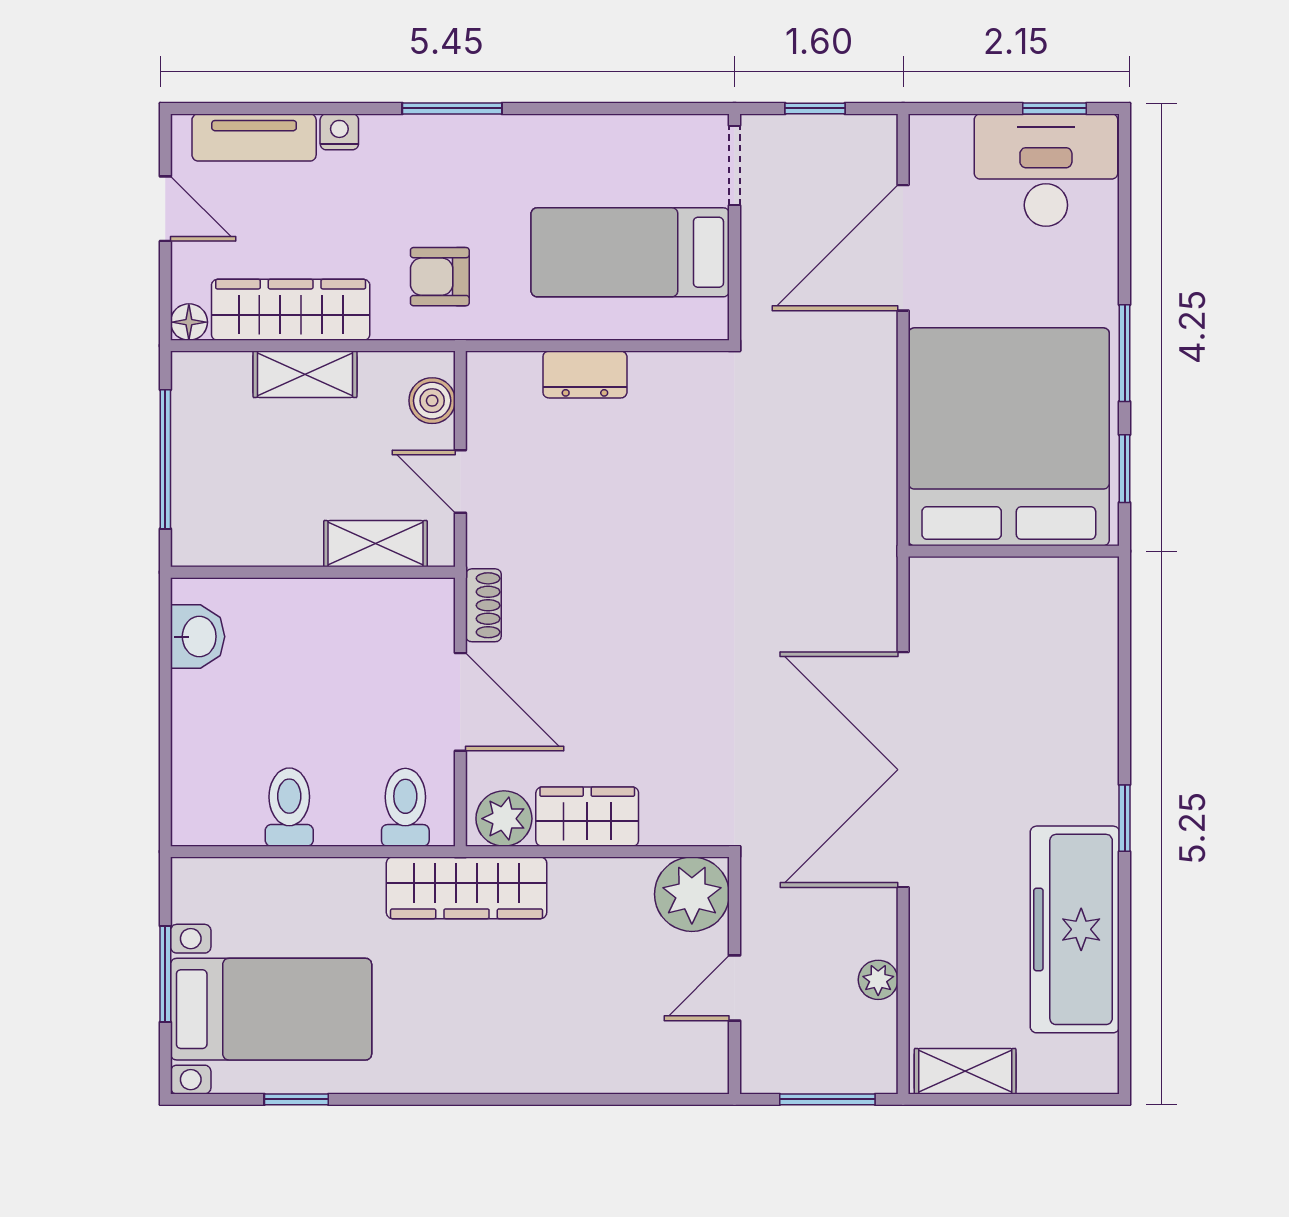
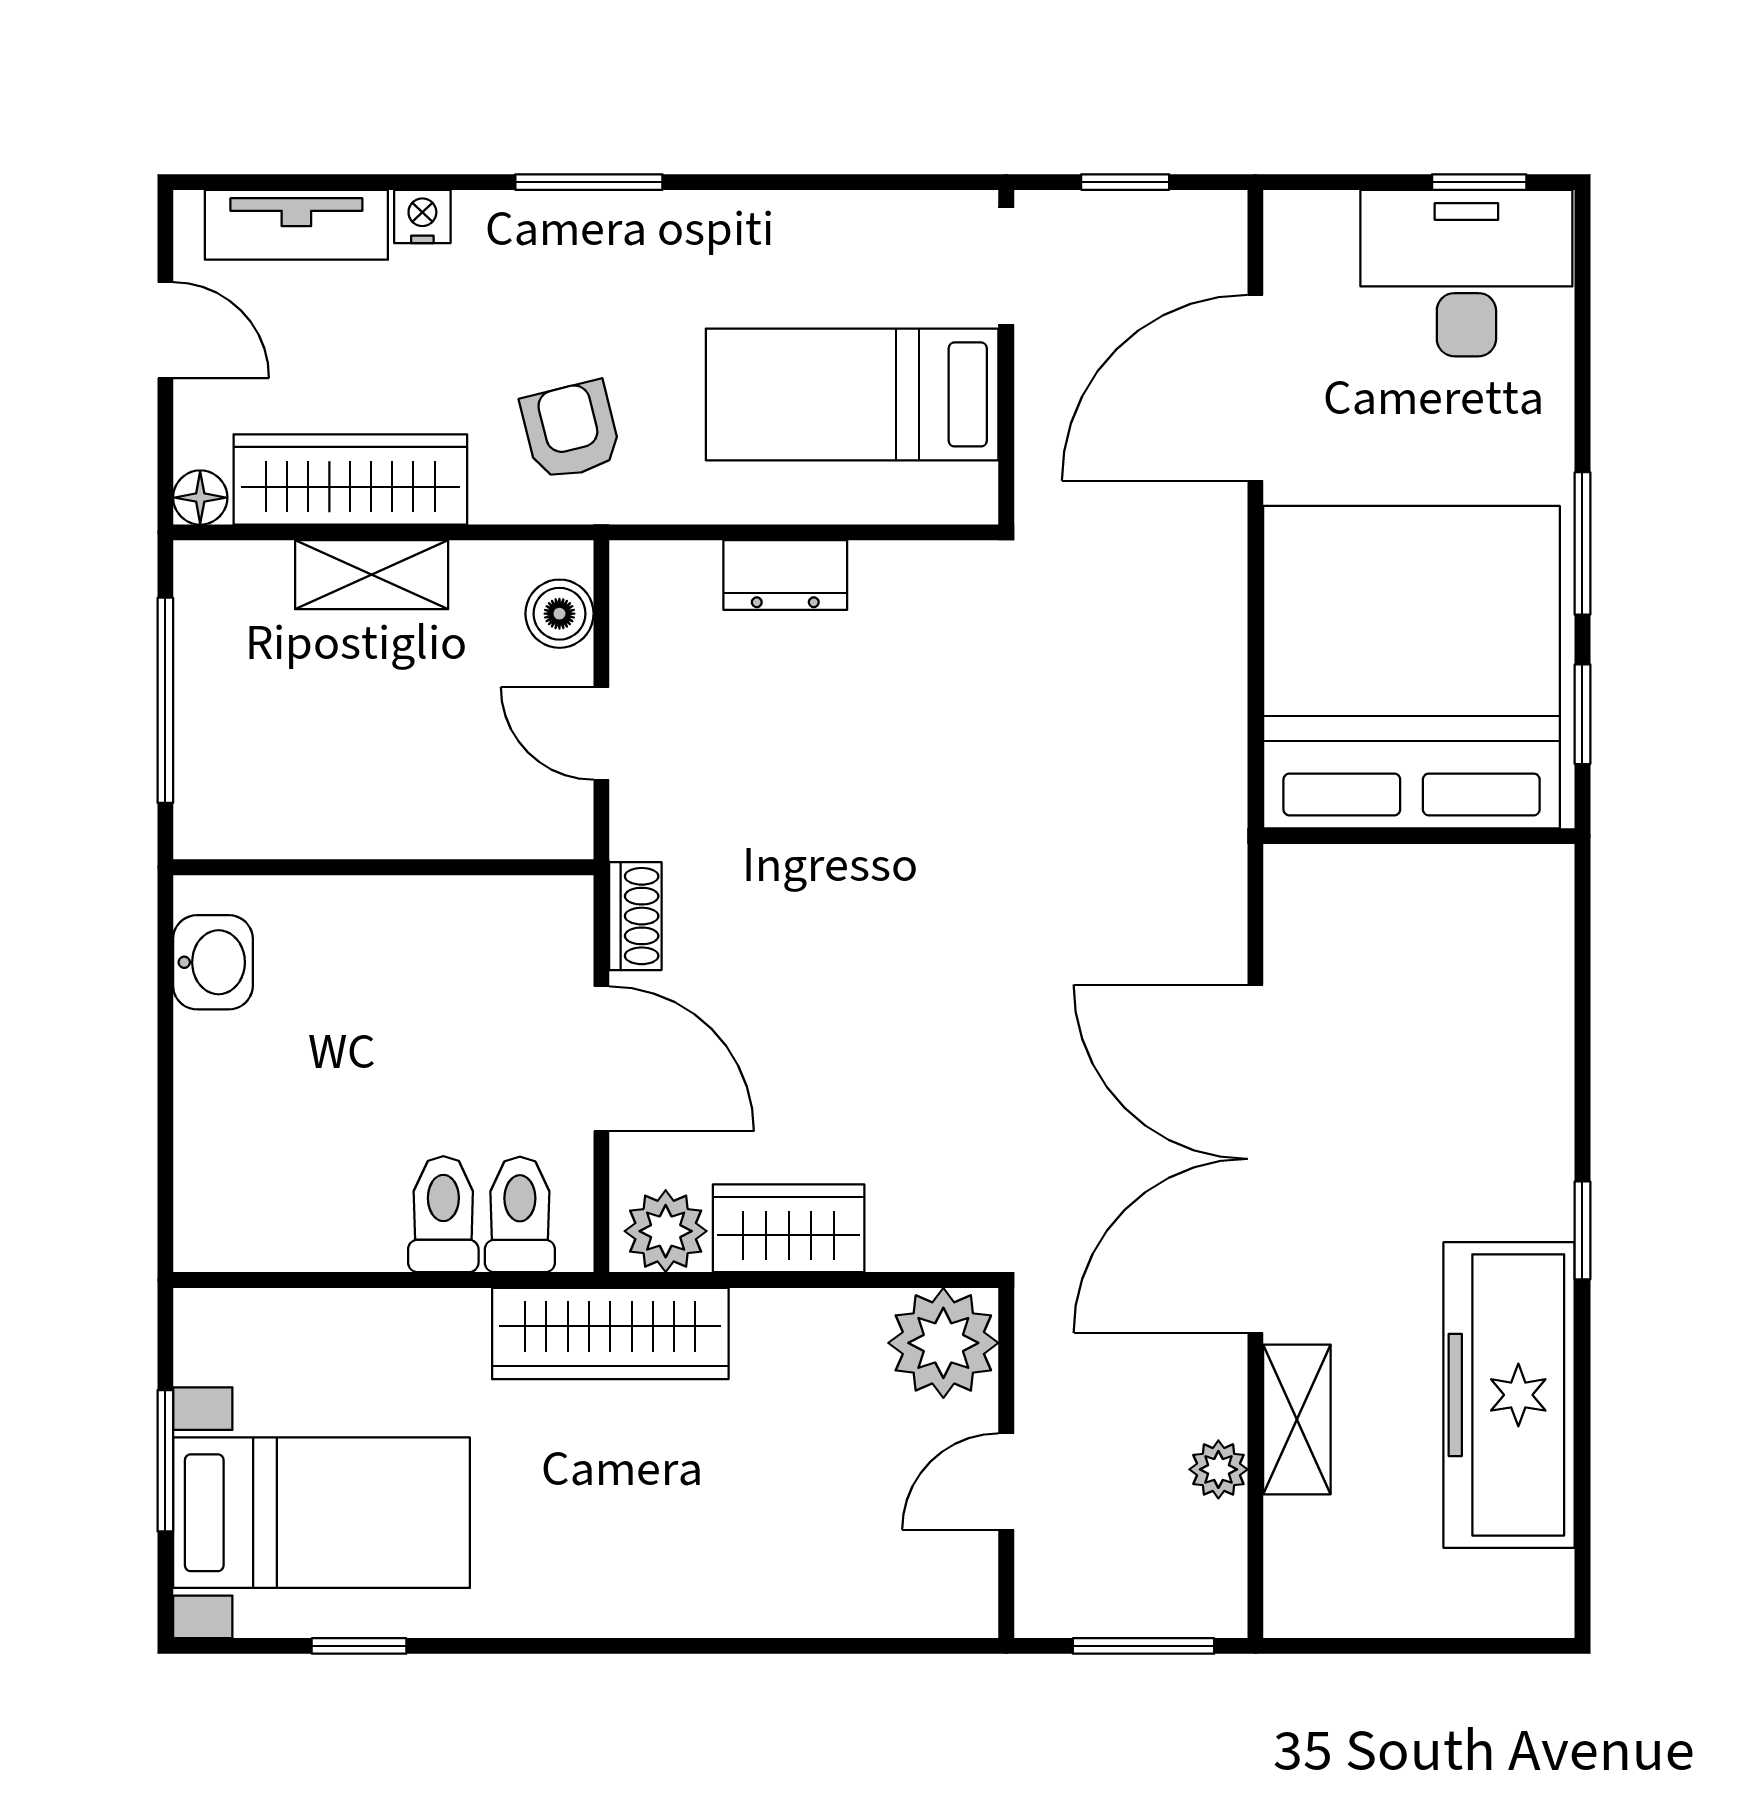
armchair: (440, 277) -> (571, 430), turned 76
shelving: (375, 544) -> (476, 825), removed
toilet: (289, 807) -> (443, 1214), moved
shelving: (965, 1071) -> (1297, 1419), moved, turned 90

